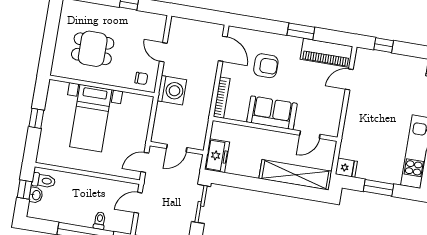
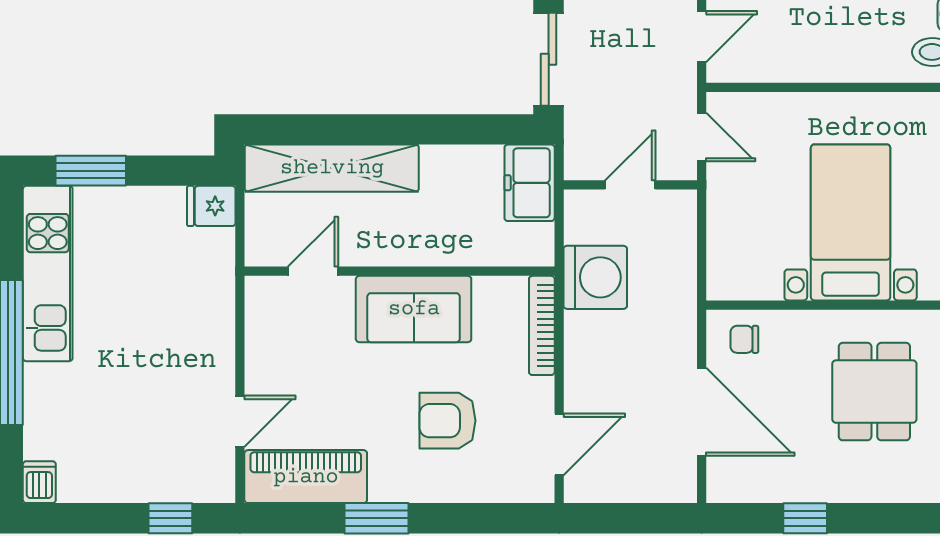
dining table: (93, 49) -> (874, 392), turned 90
door: (223, 49) -> (559, 444), swing flipped
door: (163, 52) -> (702, 412), width x1.87
washing machine: (172, 90) -> (595, 277), moved, turned 180
door: (145, 162) -> (702, 137), hinge flipped
window: (379, 188) -> (91, 171), moved

